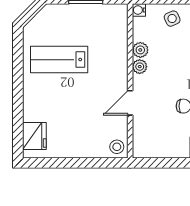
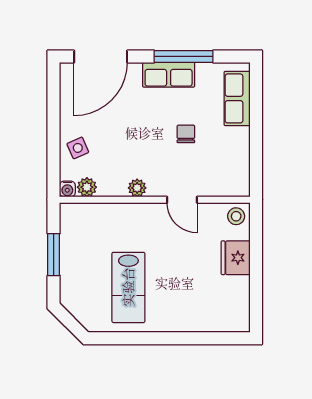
plant: (140, 50) -> (87, 187), moved
fridge: (34, 136) -> (236, 258), moved, turned -90

